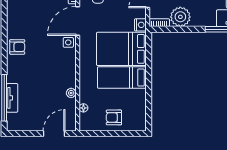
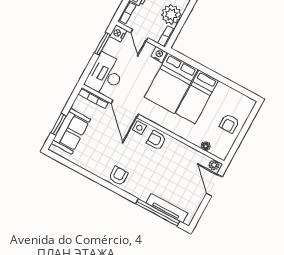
armchair: (65, 63) -> (156, 140), added
plant: (71, 93) -> (214, 165), moved
tv unit: (12, 98) -> (167, 208), width x1.41

